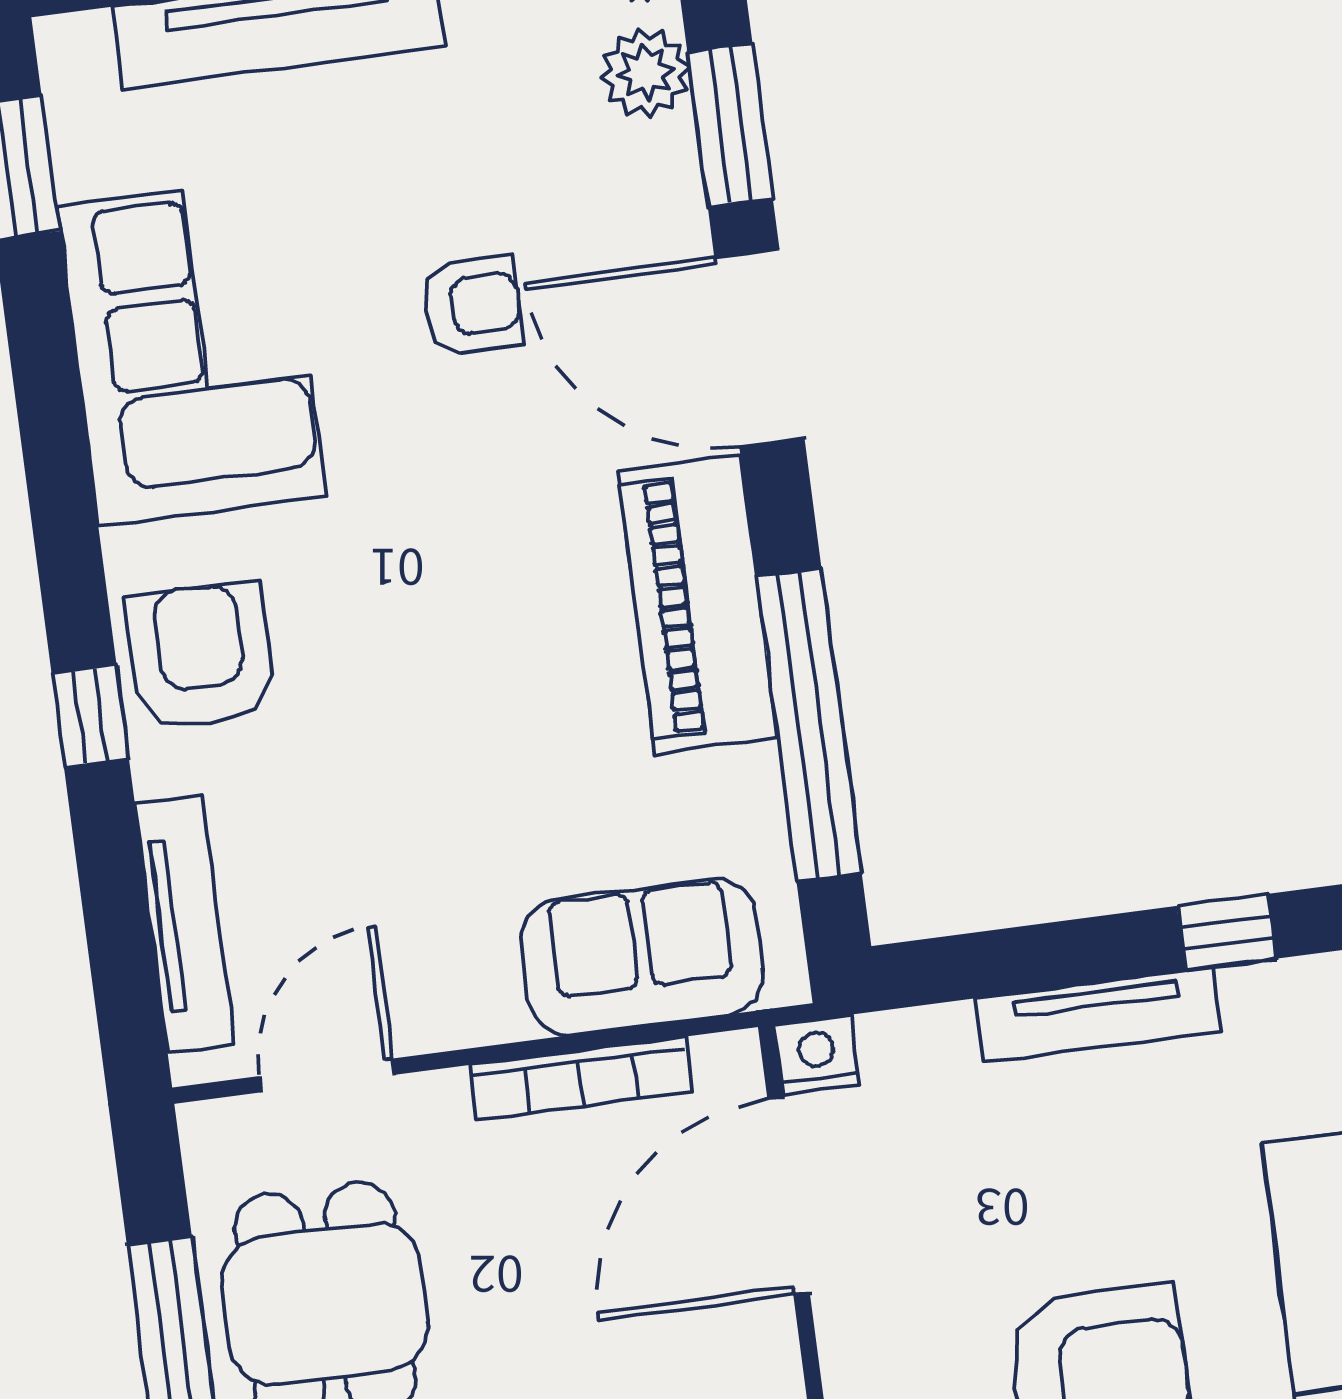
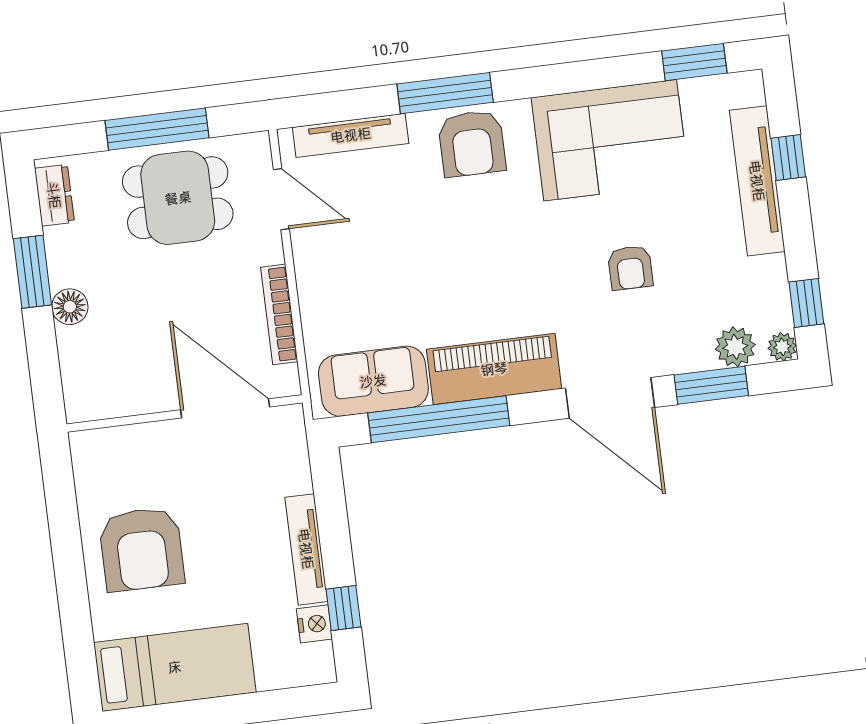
door: (759, 348) -> (610, 398), swing flipped
armchair: (201, 656) -> (472, 143), turned 90
window: (90, 716) -> (445, 93), width x2.17
sofa: (642, 957) -> (373, 381), moved, turned -90
nightstand: (817, 1055) -> (314, 624), moved

